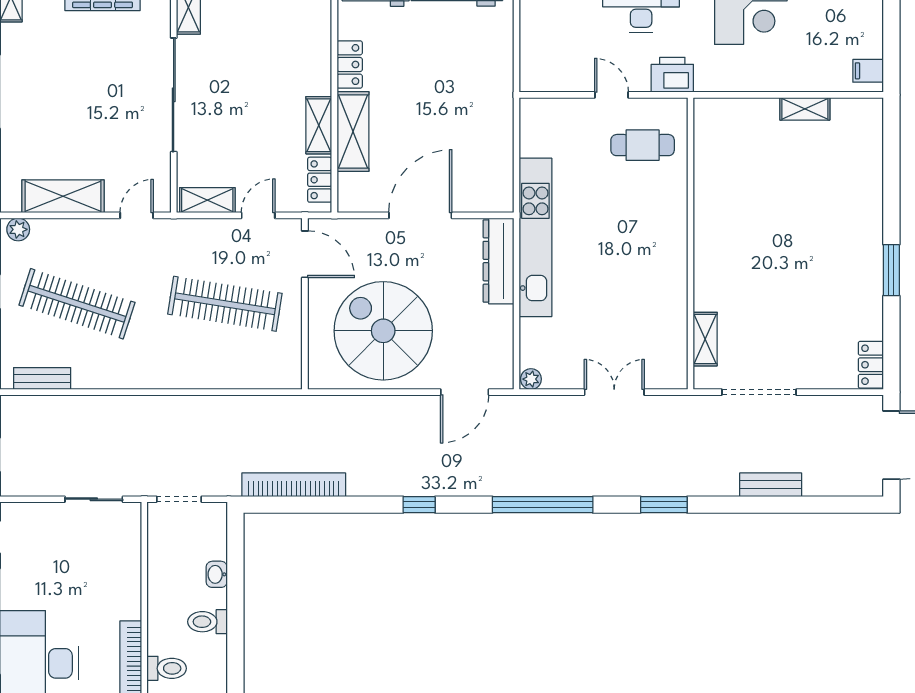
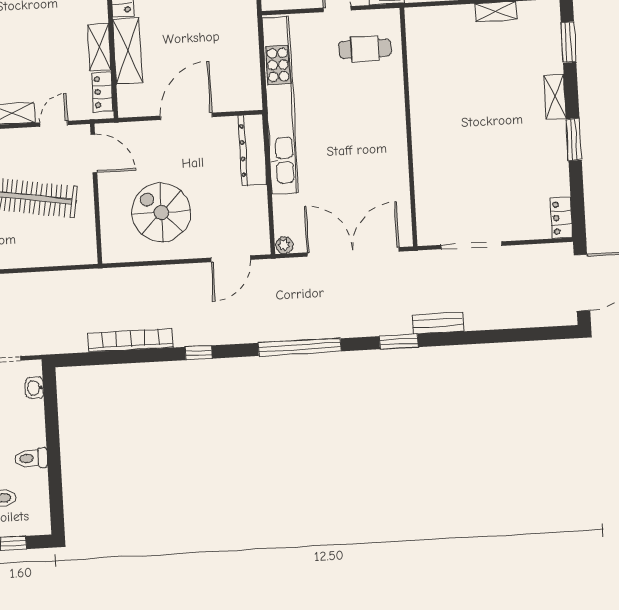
window: (891, 151) -> (569, 42), added
kitchen unit: (535, 237) -> (280, 105), width x1.36
spiral stairs: (383, 331) -> (161, 212), width x0.73, depth x0.73
shelving: (705, 339) -> (555, 97), moved
double door: (614, 392) -> (353, 252), width x1.87
bookcase: (294, 485) -> (131, 340), moved
bench: (771, 485) -> (438, 323), moved
washbasin: (217, 574) -> (35, 388), moved

